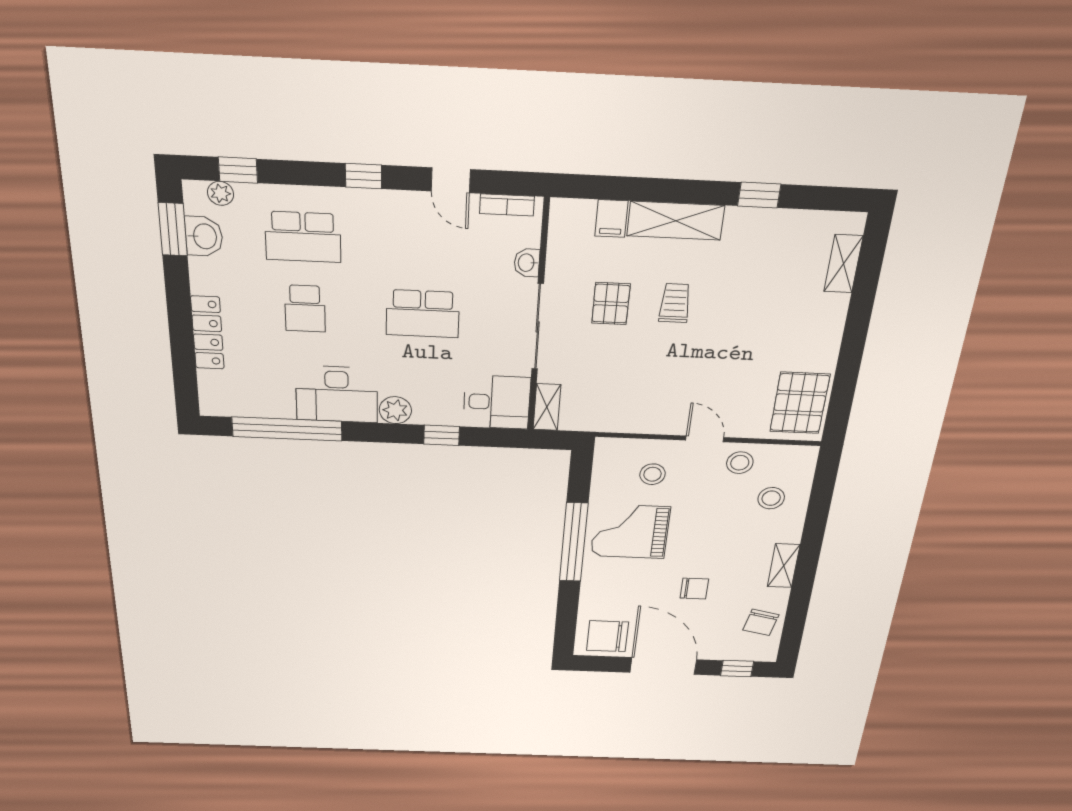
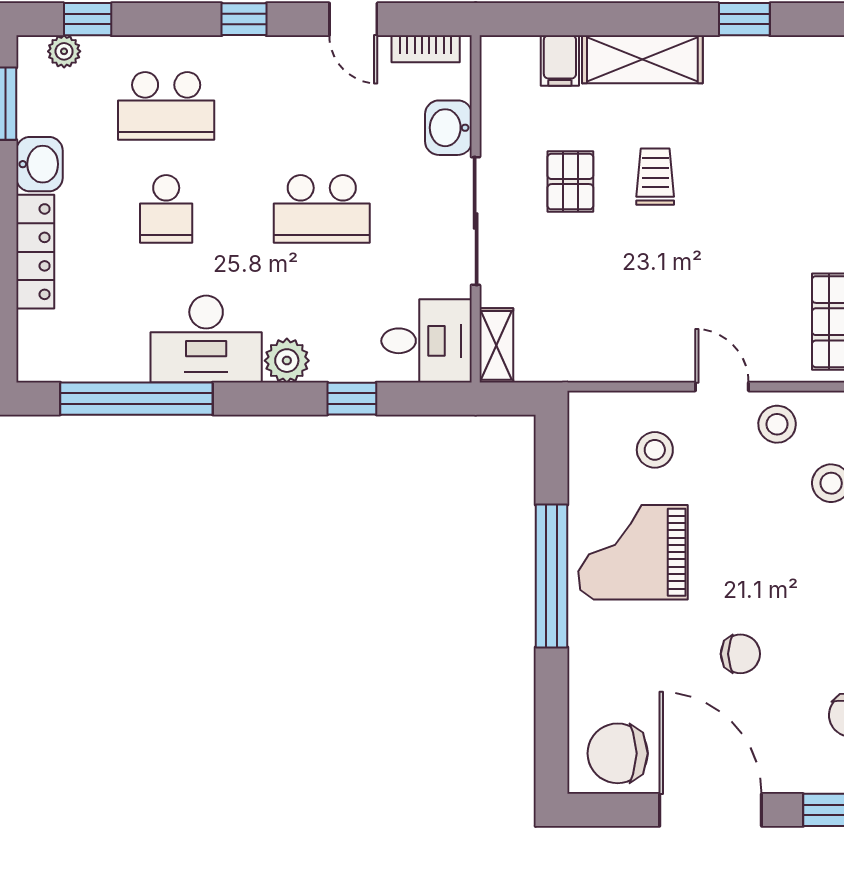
washbasin: (204, 236) -> (39, 164), moved
washbasin: (527, 263) -> (448, 128), width x1.38, depth x1.45

